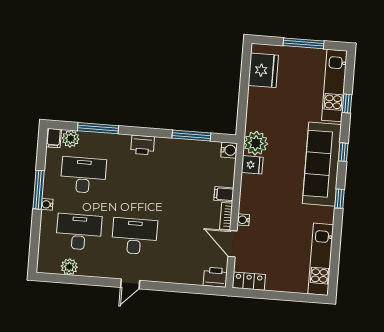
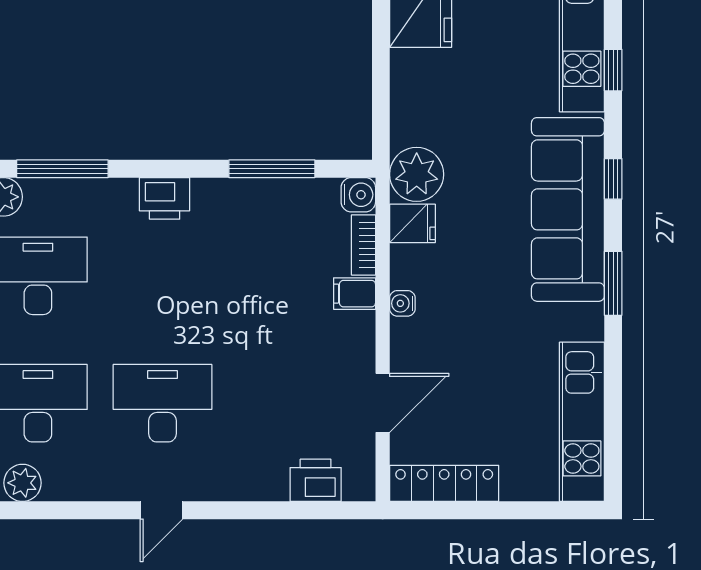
window: (340, 199) -> (613, 283), width x1.50
bookcase: (226, 216) -> (363, 245), moved
water cooler: (243, 220) -> (402, 303), moved
door: (233, 244) -> (383, 403), swing flipped
printer: (215, 277) -> (316, 480), moved
locker: (249, 281) -> (444, 483), width x1.53

